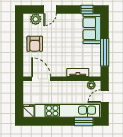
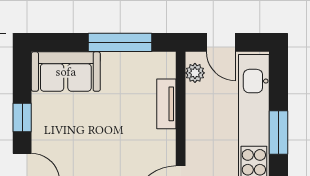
window: (87, 9) -> (22, 117), moved
window: (84, 122) -> (278, 132), moved

